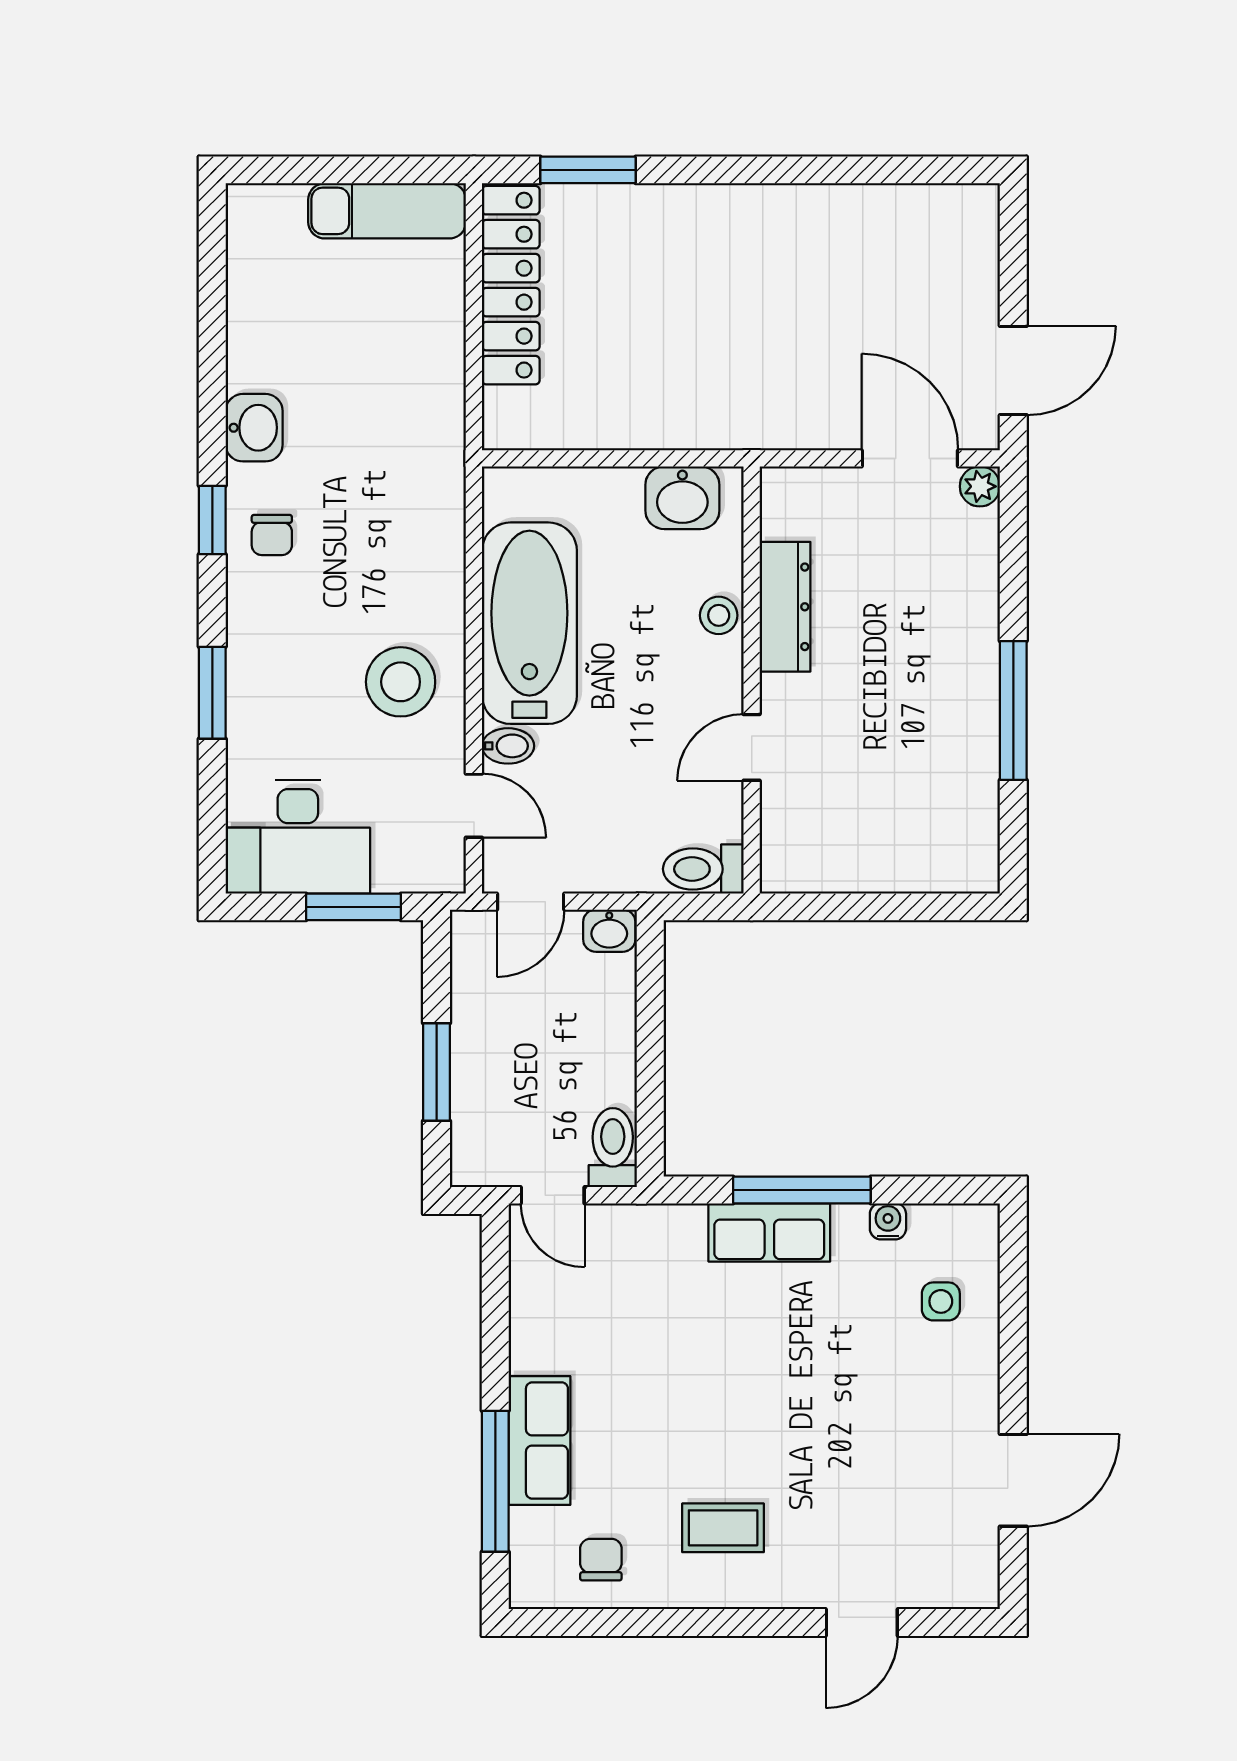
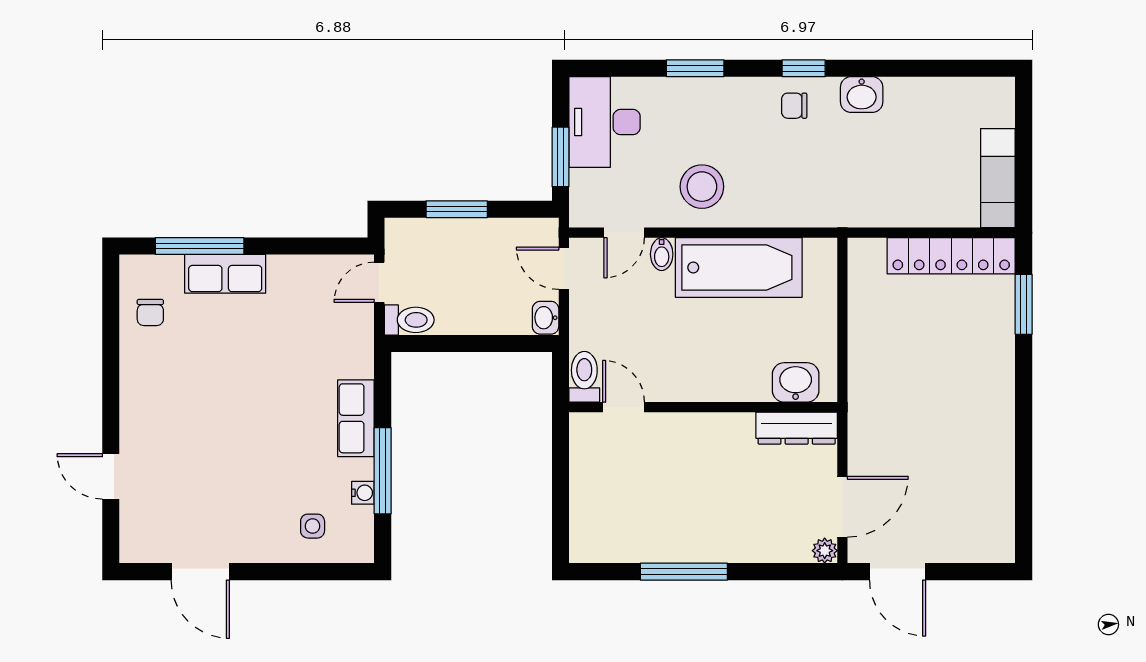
washbasin: (682, 498) -> (796, 382), moved, turned 90
dresser: (785, 607) -> (797, 428), moved
stool: (719, 615) -> (744, 386), removed
door: (752, 747) -> (624, 407), moved
window: (802, 1190) -> (383, 471), moved
coffee table: (723, 1528) -> (170, 389), removed
chair: (601, 1560) -> (150, 312), turned 90

